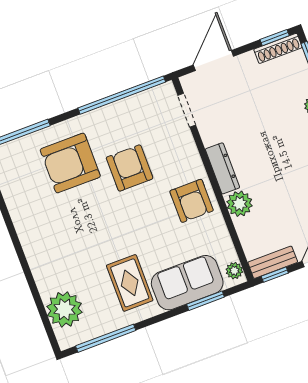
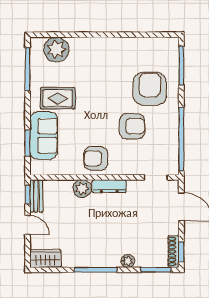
plant: (234, 271) -> (40, 169), removed

